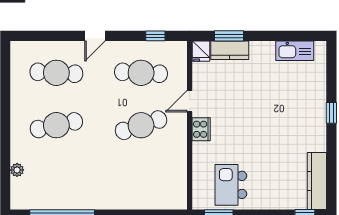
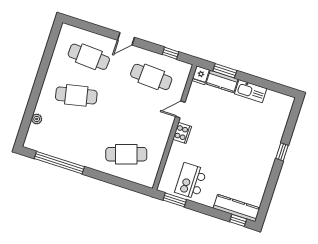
kitchen sink: (295, 51) -> (251, 91), moved
cafe table: (141, 125) -> (126, 154), moved
kitchen counter: (317, 181) -> (236, 208), moved, turned 90

